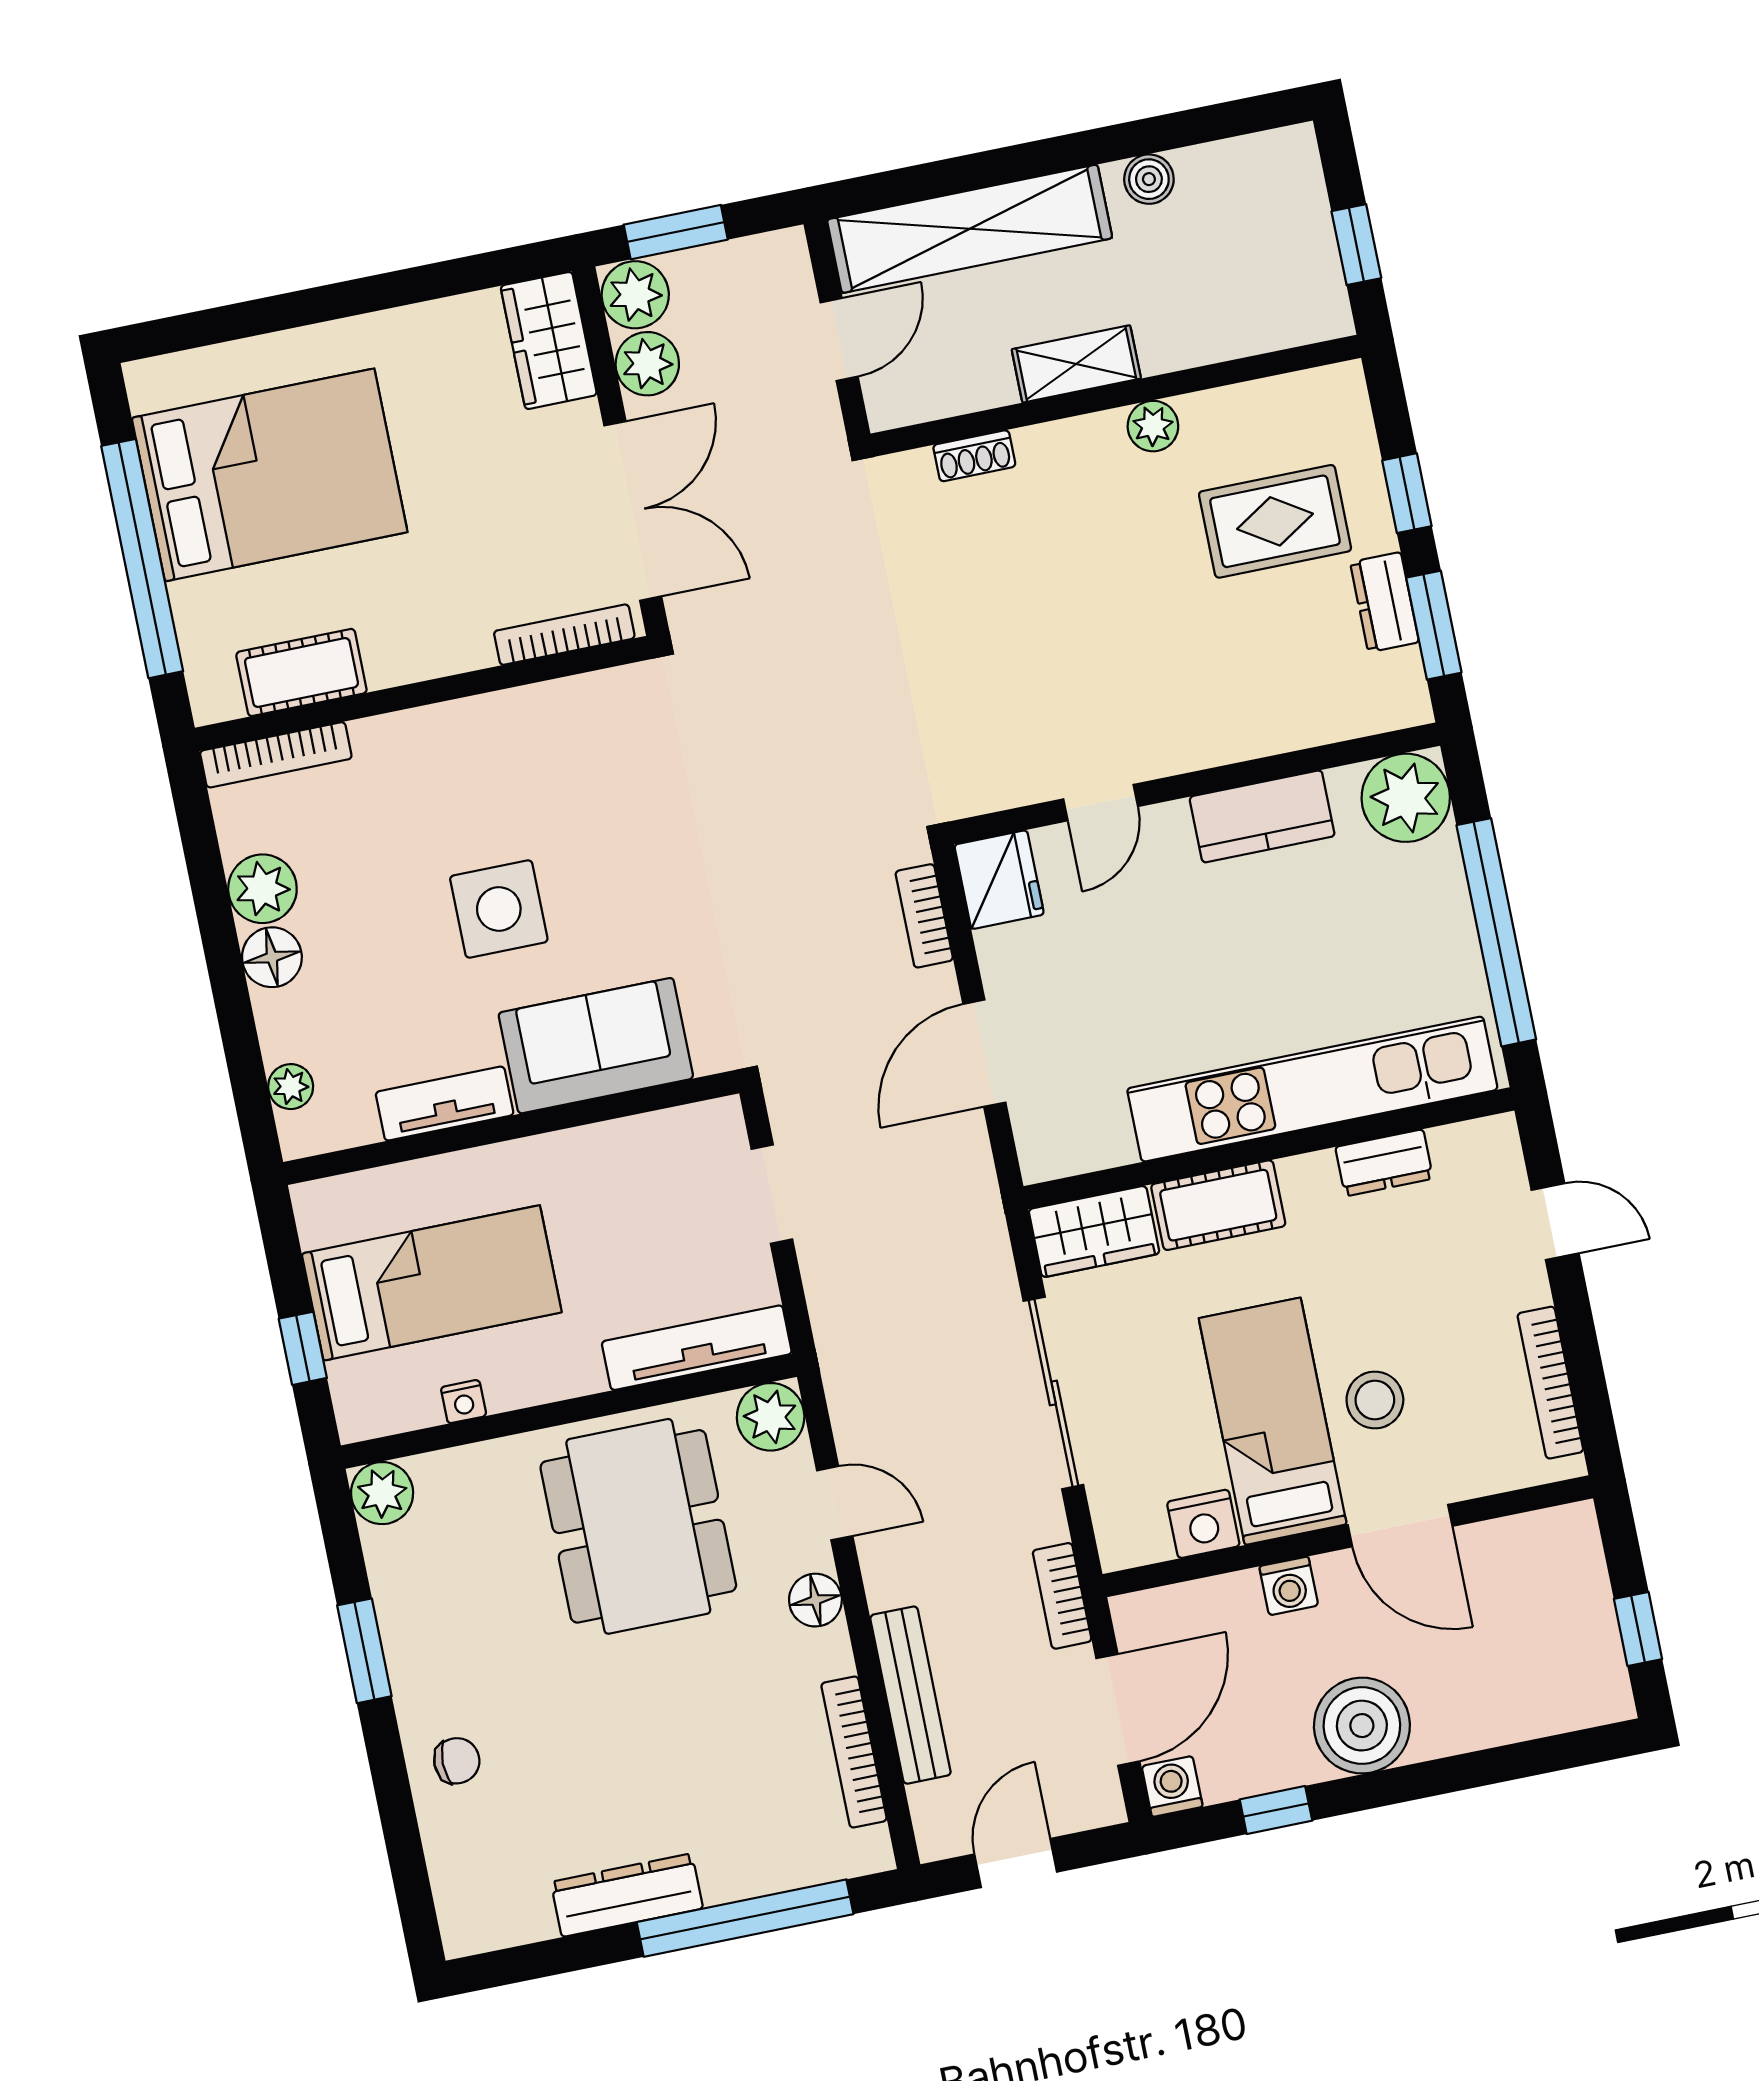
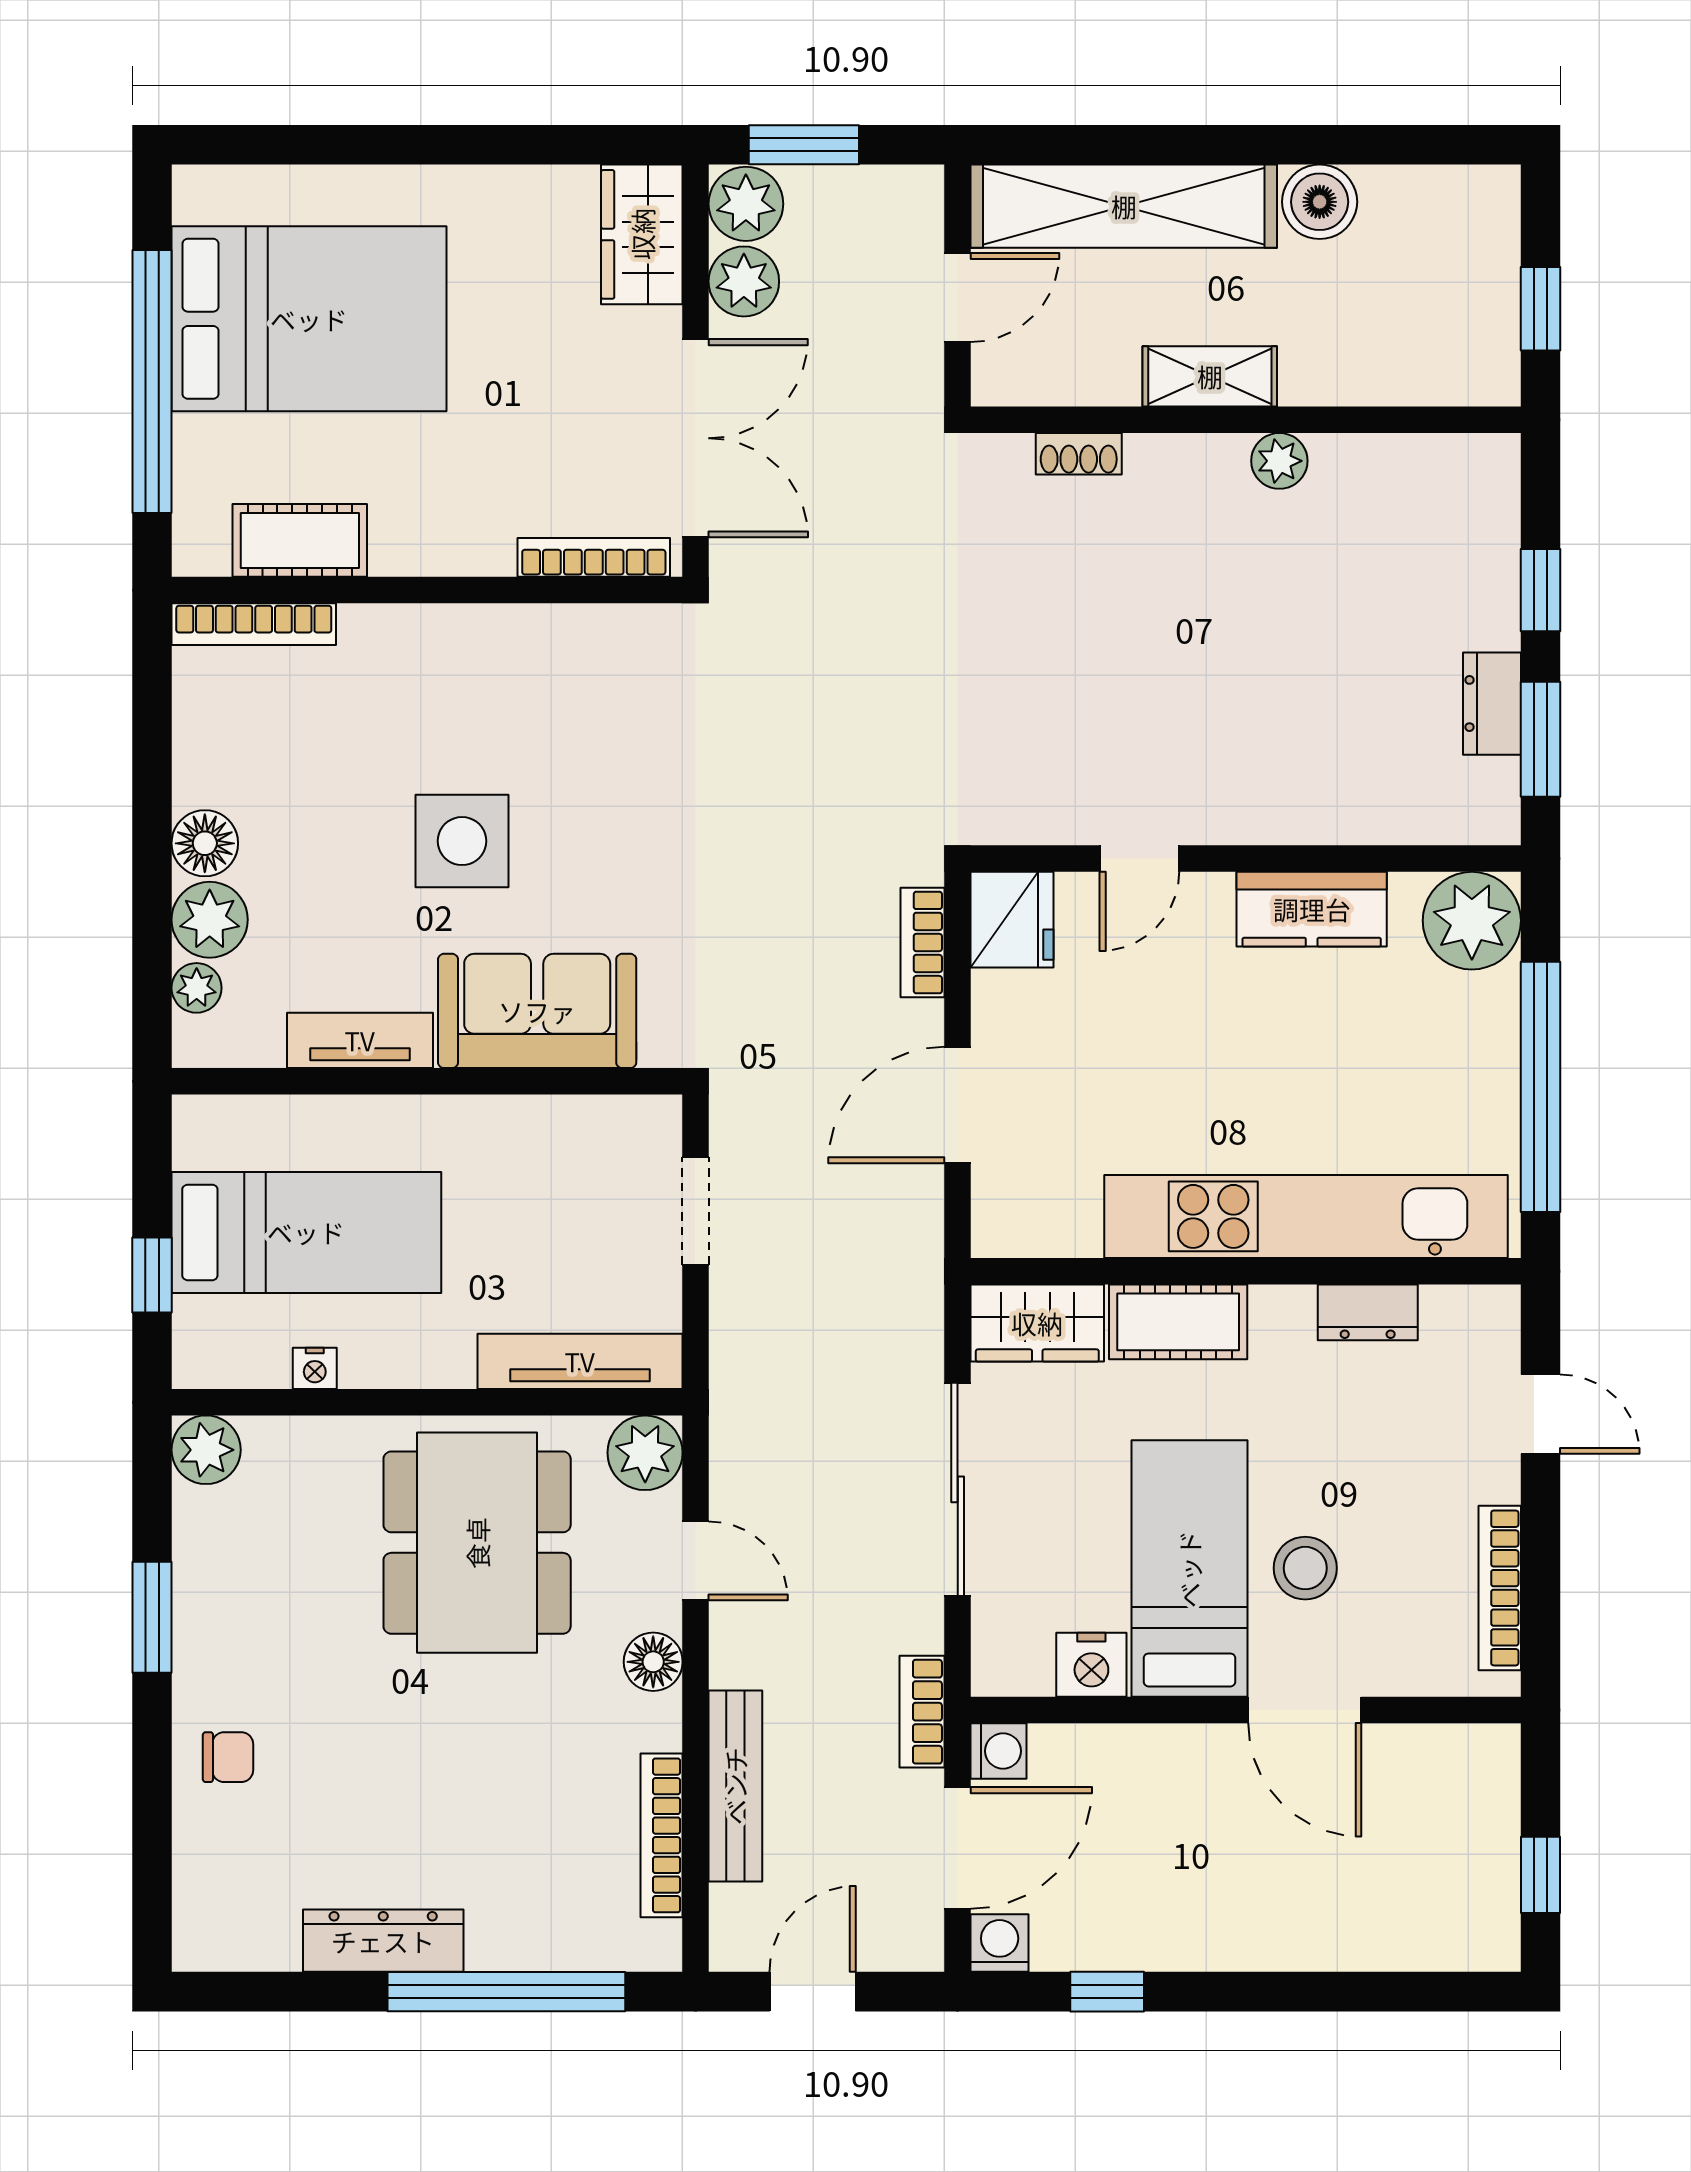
boiler: (1149, 179) -> (1320, 202), width x1.36, depth x1.36
rug: (1275, 521) -> (1391, 591), removed
plant: (262, 889) -> (210, 920), moved
washing machine: (1289, 1586) -> (999, 1751), moved, turned -90
boiler: (1362, 1726) -> (1219, 1919), removed

